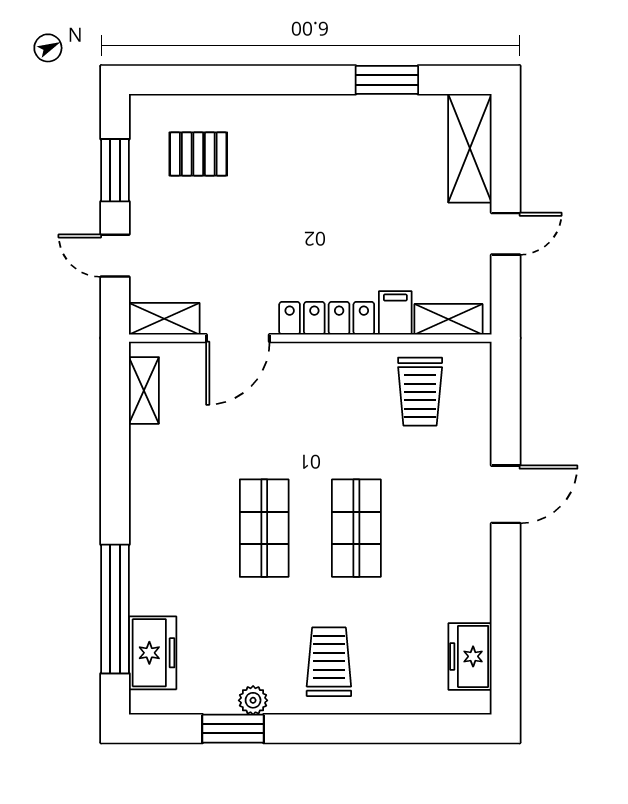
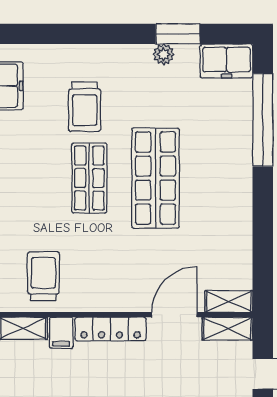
shelving: (144, 390) -> (229, 301), moved, turned 90
shop shelf: (264, 528) -> (155, 178), width x1.43, depth x1.36
freezer: (153, 653) -> (227, 61), moved, turned -90
trolley: (329, 662) -> (85, 107), moved

